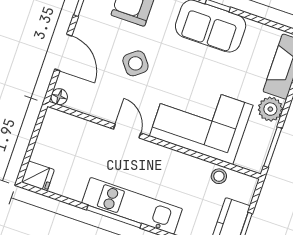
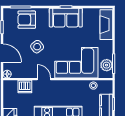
plant: (270, 109) -> (107, 65), moved
dishwasher: (85, 133) -> (25, 87), added

